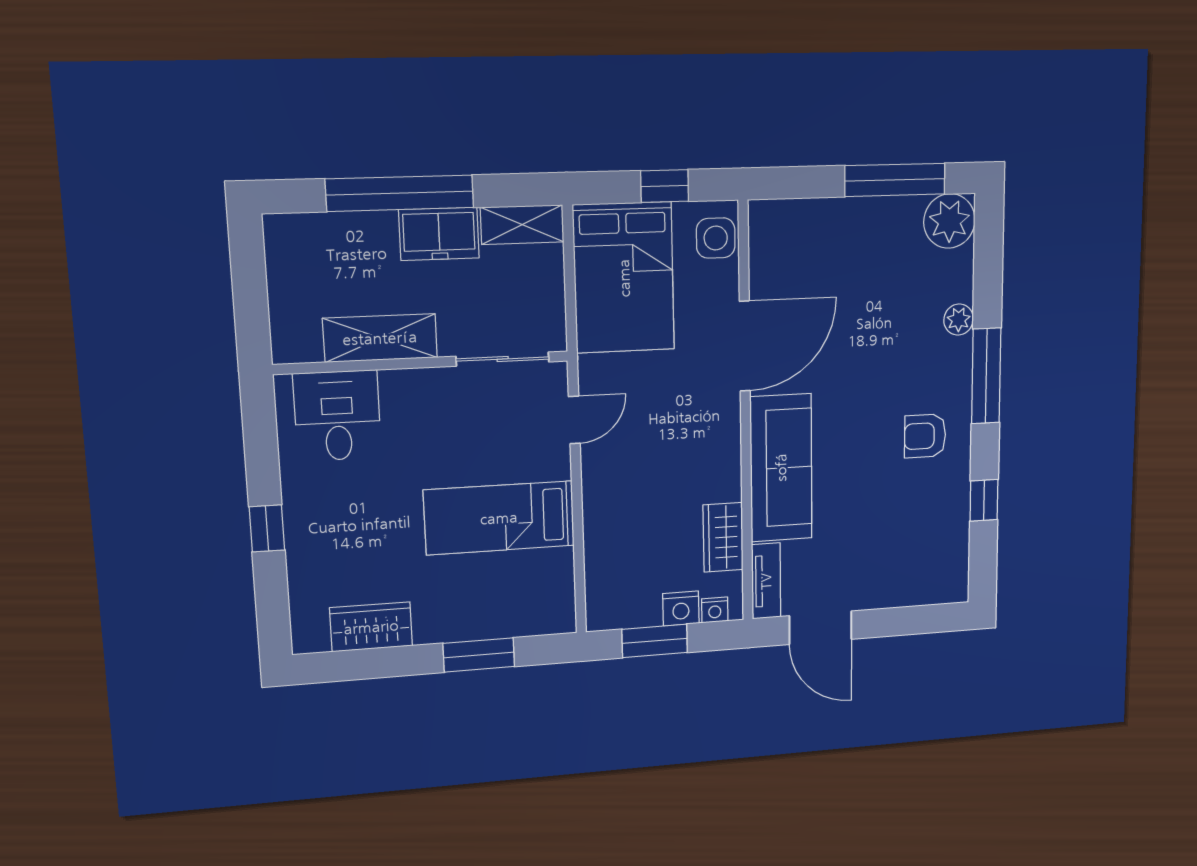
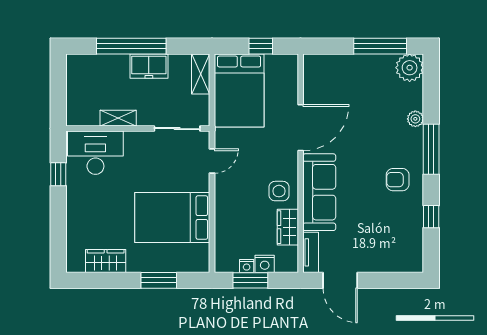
shelving: (522, 225) -> (201, 74), moved, turned 90
side table: (716, 238) -> (279, 191), moved
shelving: (380, 338) -> (118, 118), width x0.67, depth x0.75
desk: (337, 416) -> (95, 153), width x1.37
bed: (499, 518) -> (172, 218), width x1.50
window: (267, 528) -> (58, 174), moved
nightstand: (715, 610) -> (247, 266), moved

